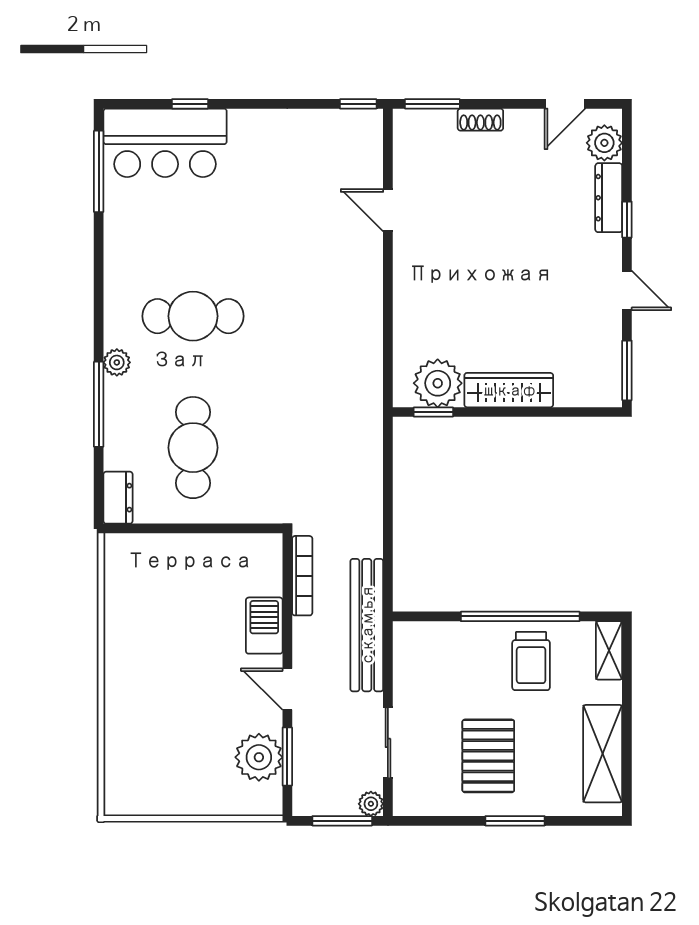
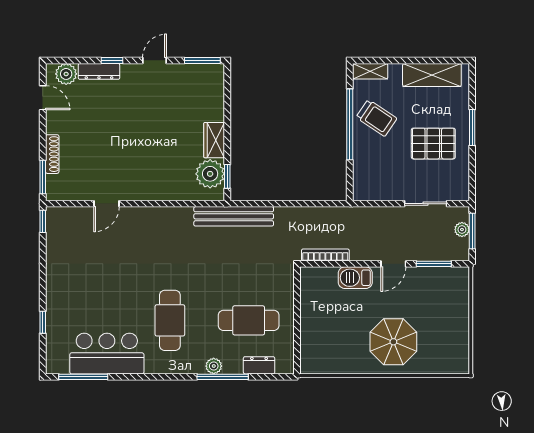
shoe rack: (480, 120) -> (52, 154), width x1.43
bar counter: (165, 143) -> (107, 354), moved, turned -90
plant: (117, 362) -> (214, 366), moved
wardrobe: (509, 390) -> (214, 140), width x0.67
dresser: (118, 498) -> (259, 365), moved
bench: (367, 625) -> (234, 216), moved
trolley: (531, 661) -> (376, 118), turned 34
parasol: (157, 689) -> (393, 342), added
plant: (259, 757) -> (434, 281), removed
plant: (371, 804) -> (462, 230), moved

